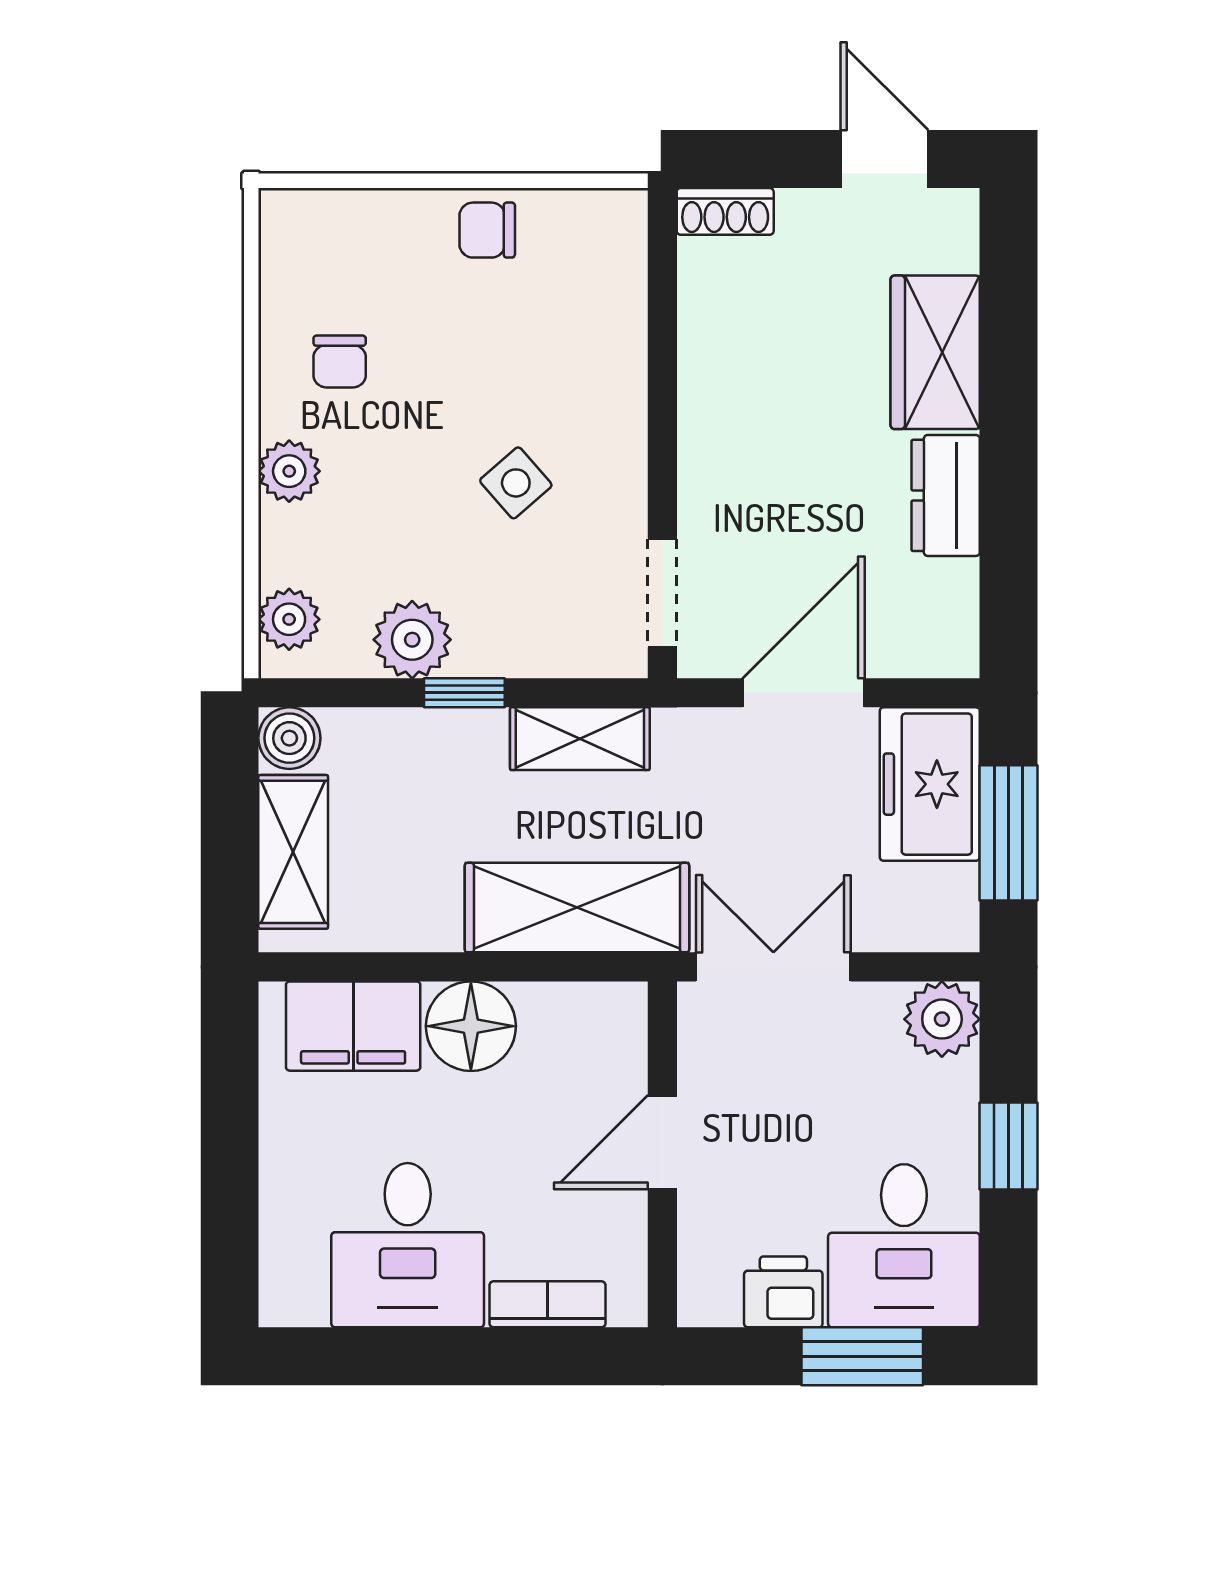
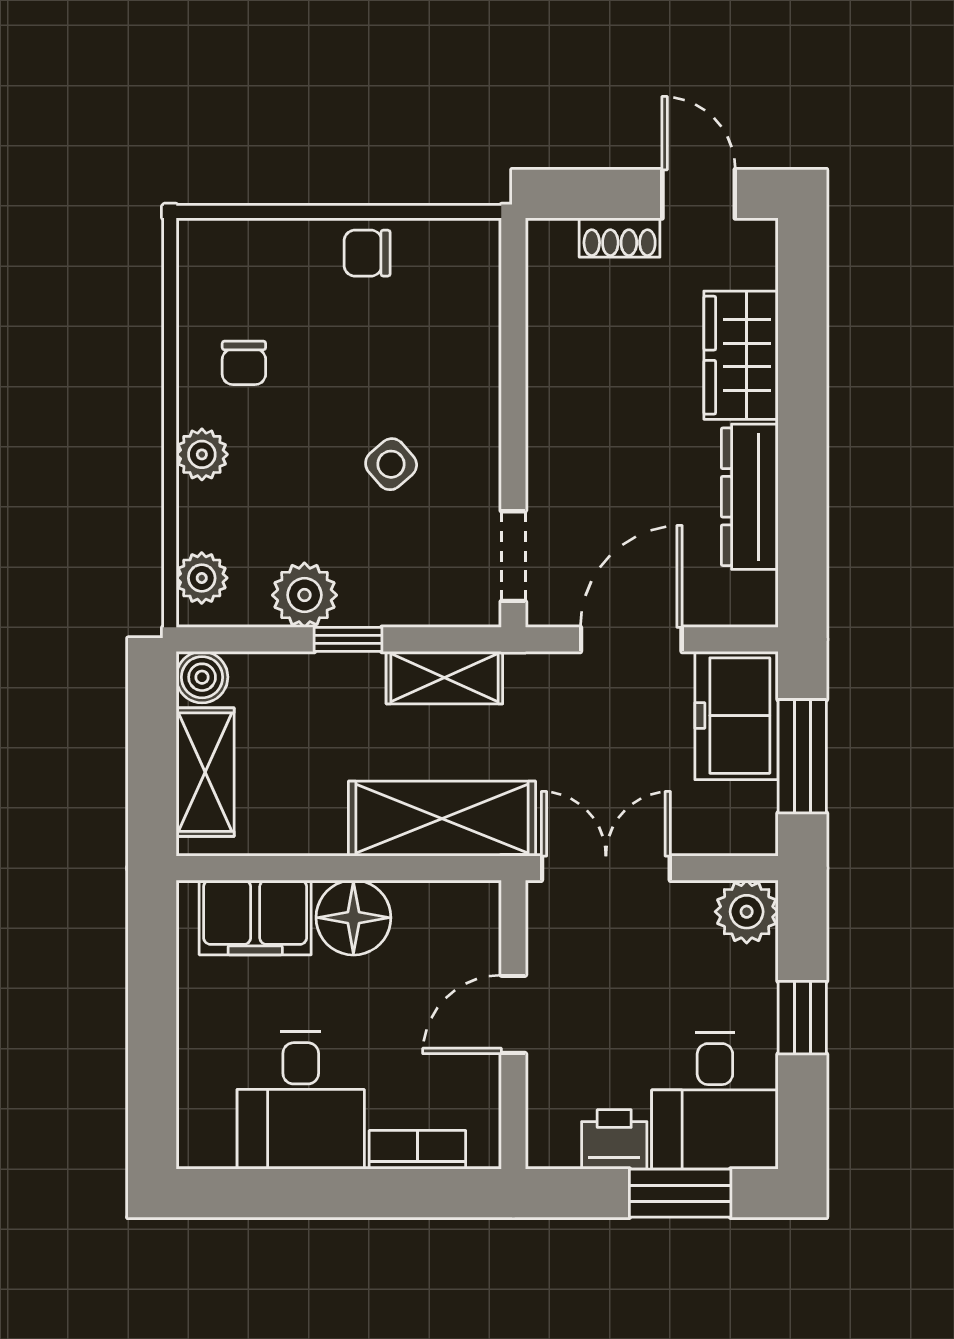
shoe rack: (725, 211) -> (620, 238), moved
dresser: (946, 495) -> (750, 497), width x1.44

